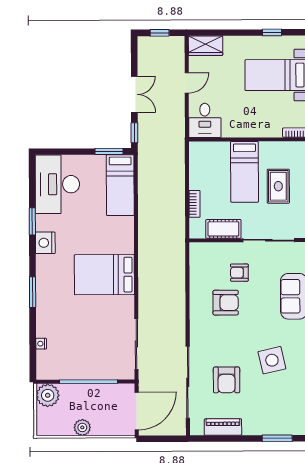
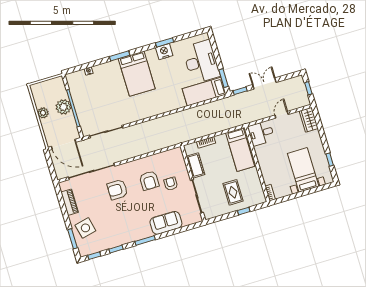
door: (187, 83) -> (282, 115), swing flipped
double door: (134, 94) -> (264, 84), swing flipped
bed: (245, 172) -> (240, 150), moved, turned -90
desk: (57, 184) -> (201, 62), moved, turned 90
rug: (278, 186) -> (233, 192), turned 90
nightstand: (45, 243) -> (164, 52), moved
bed: (104, 275) -> (137, 74), moved, turned 180
side table: (272, 360) -> (85, 228), moved
armchair: (227, 380) -> (117, 190), moved
plant: (48, 395) -> (63, 107), moved

